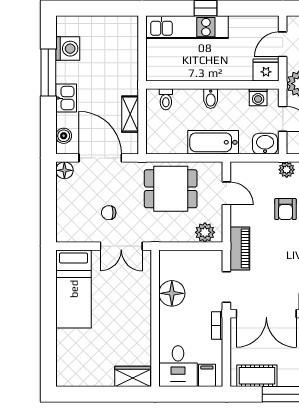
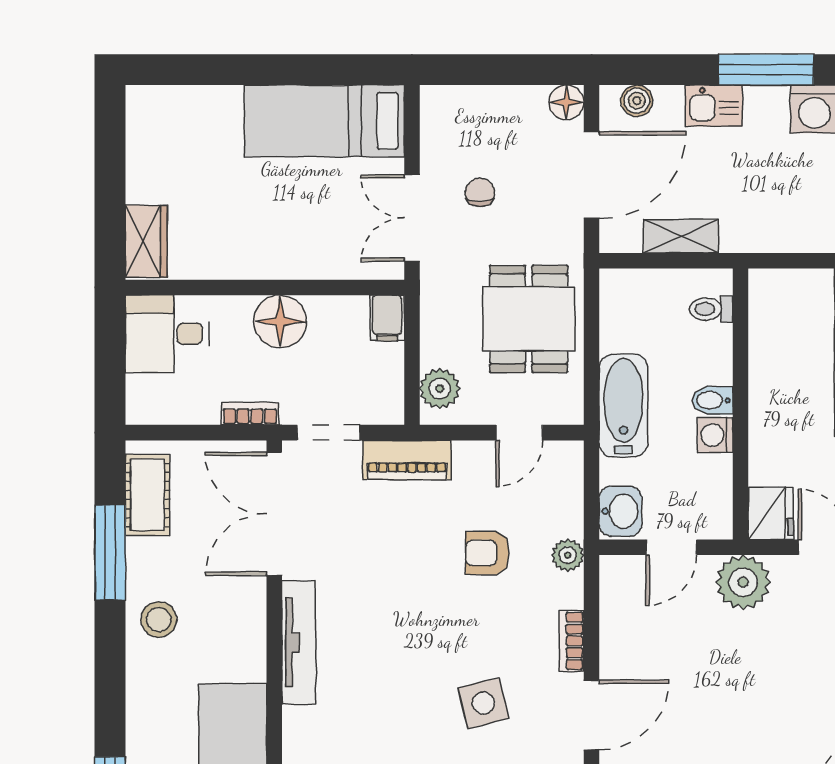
washing machine: (258, 97) -> (715, 435), moved
floor lamp: (172, 293) -> (280, 321), moved
filing cabinet: (207, 375) -> (387, 318), moved, turned 90

